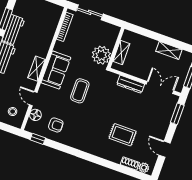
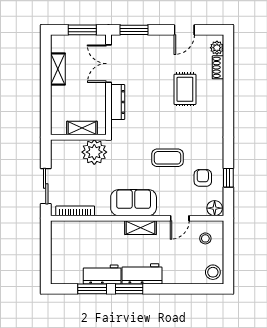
coffee table: (80, 91) -> (167, 158), moved
floor lamp: (35, 115) -> (215, 208), moved
window: (38, 139) -> (228, 178), moved

